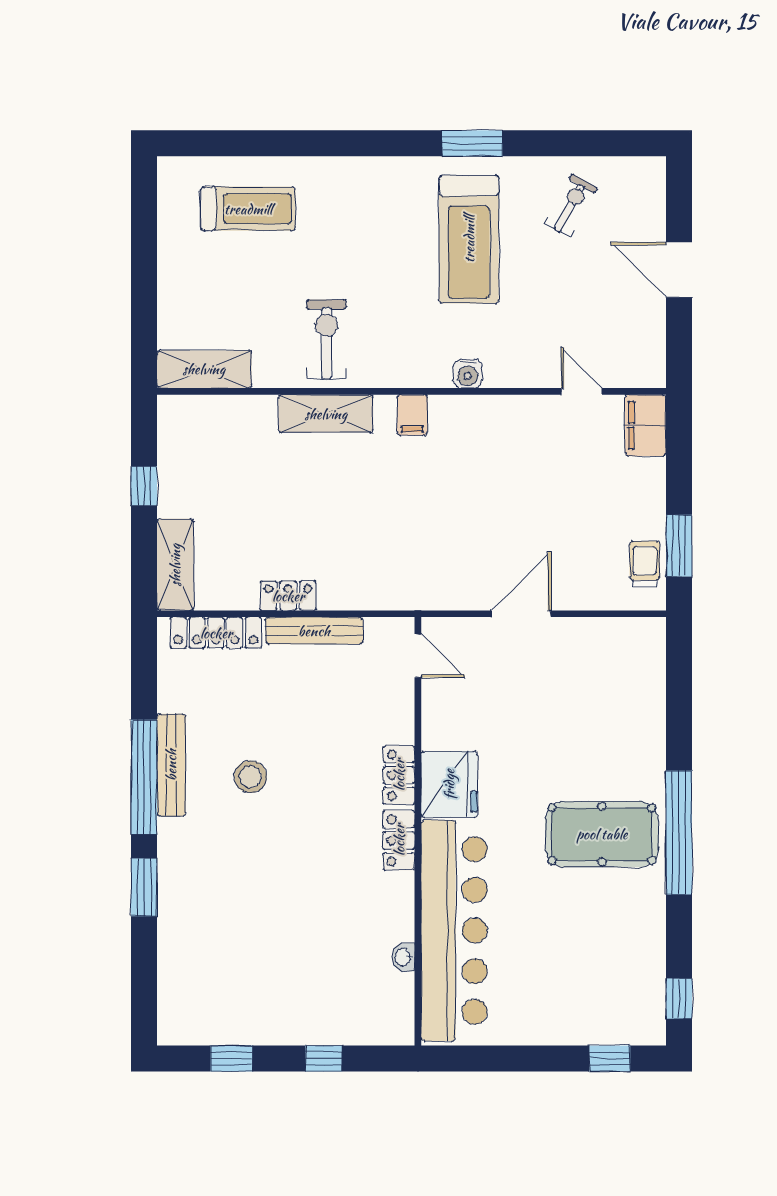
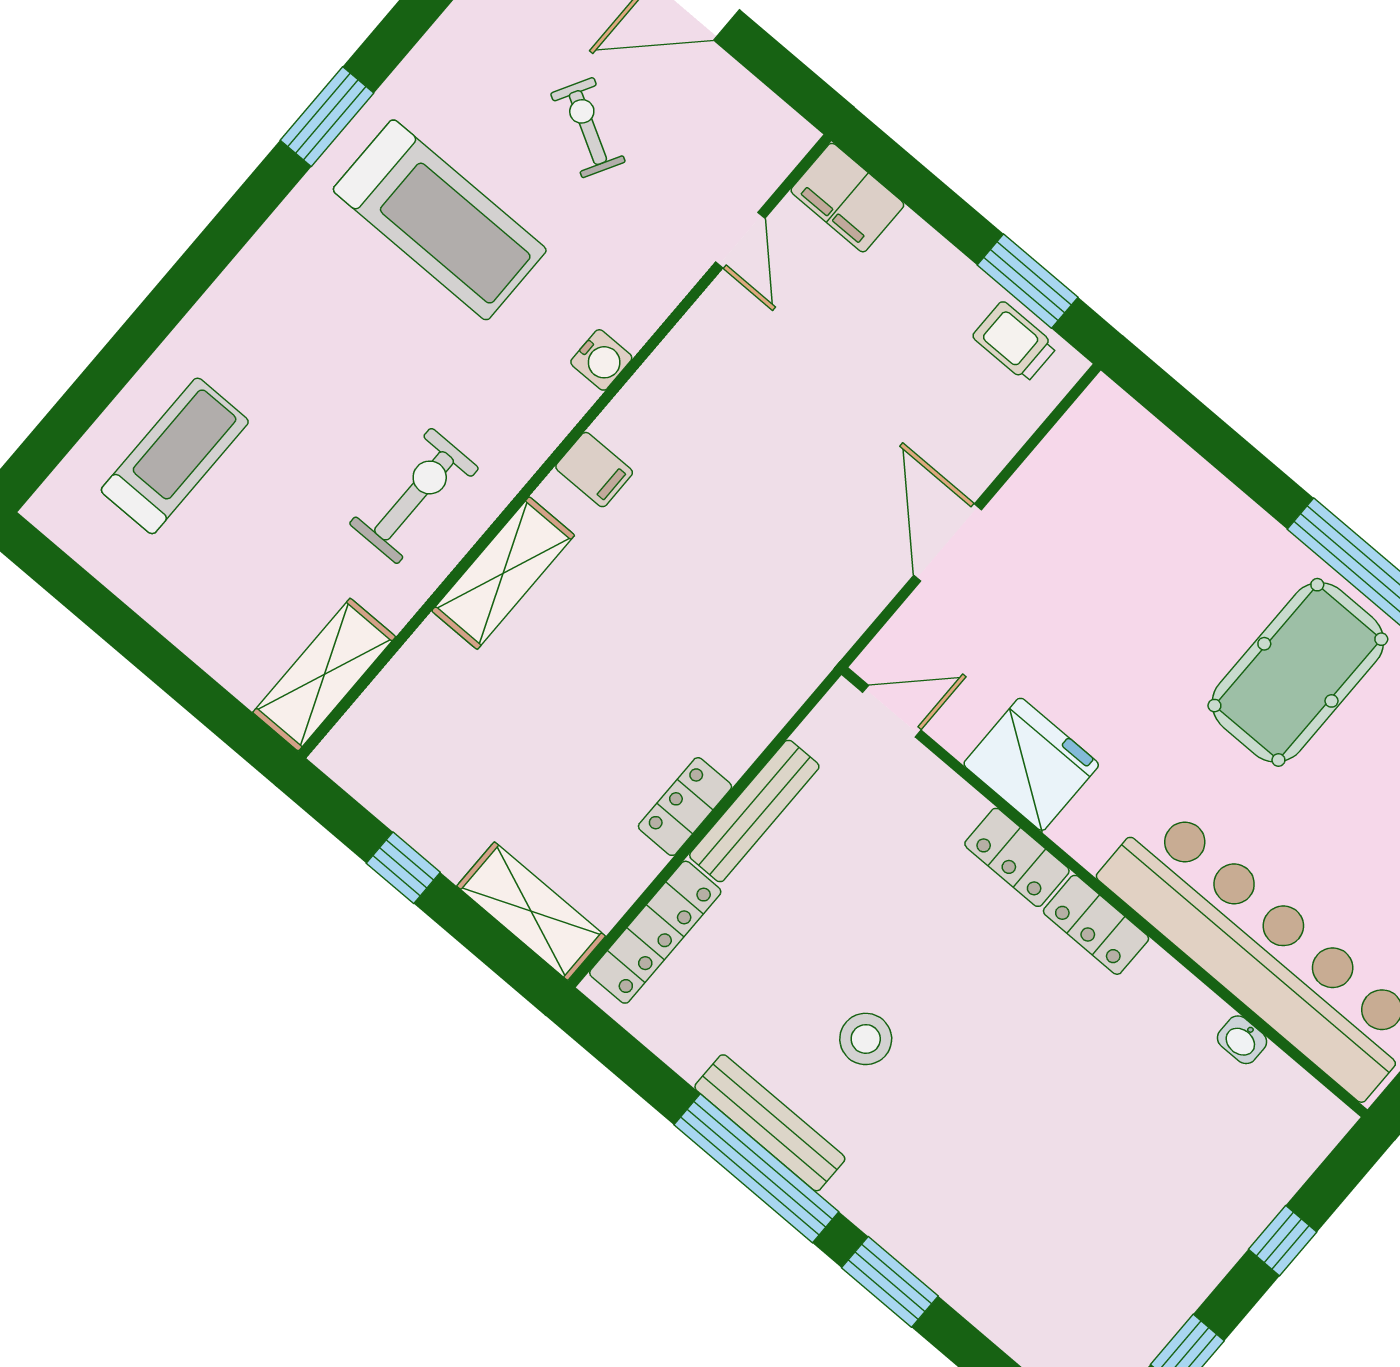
exercise bike: (571, 206) -> (588, 128), moved
exercise bike: (326, 339) -> (414, 496), turned 90
door: (582, 391) -> (740, 240), swing flipped
fridge: (449, 784) -> (1031, 764), moved

